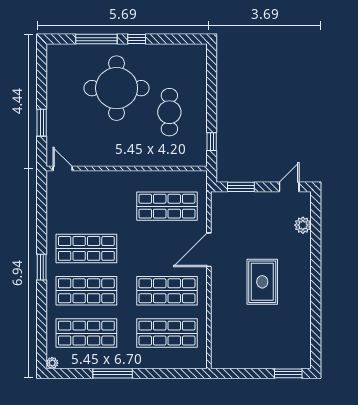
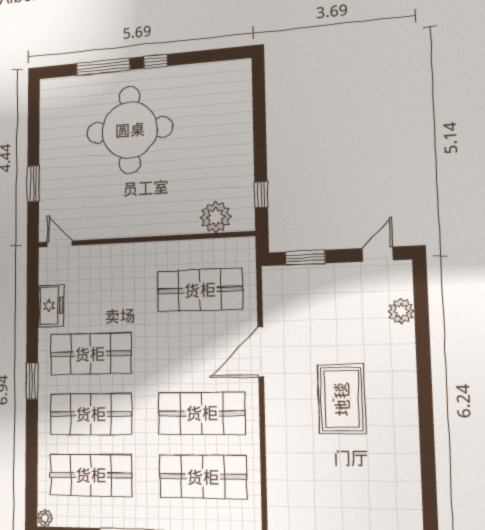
cafe table: (169, 112) -> (201, 157), removed
plant: (179, 156) -> (216, 217), added
freezer: (56, 213) -> (51, 306), added

